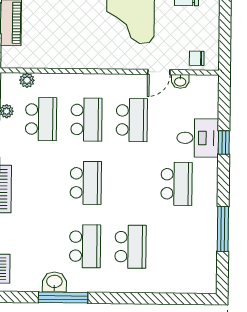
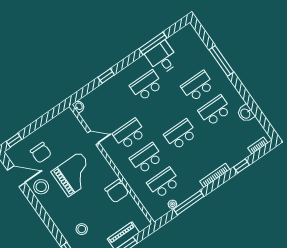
chair: (197, 58) -> (117, 191), moved, width x1.87, depth x1.87
plant: (27, 80) -> (148, 205), removed
washbasin: (180, 81) -> (79, 106), moved
desk: (198, 138) -> (162, 58), moved
window: (63, 298) -> (221, 61), moved

